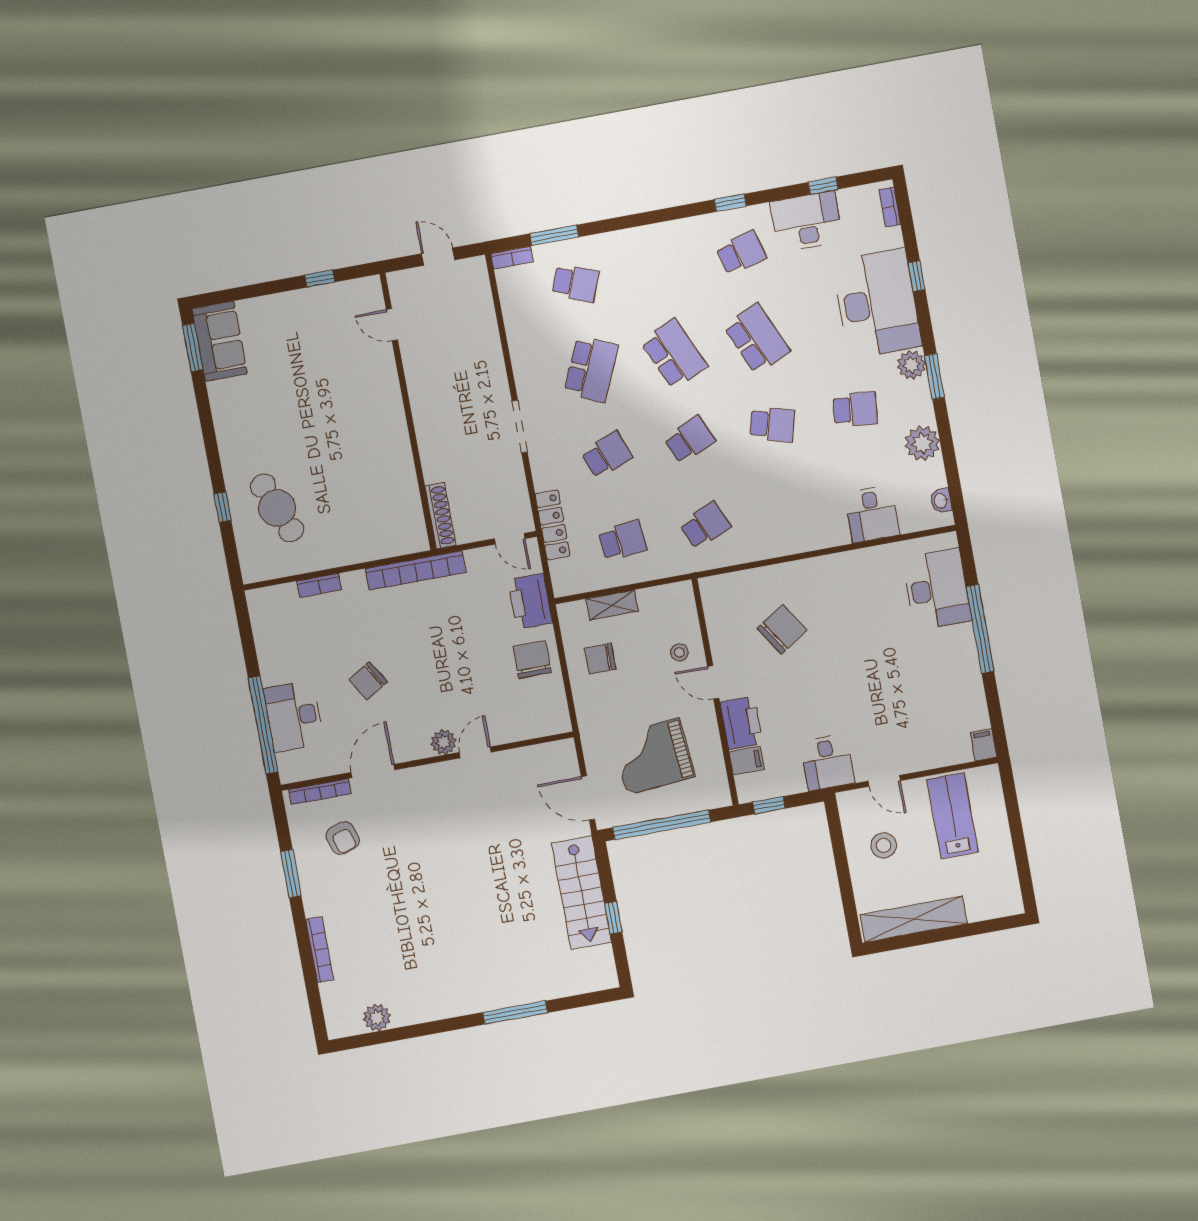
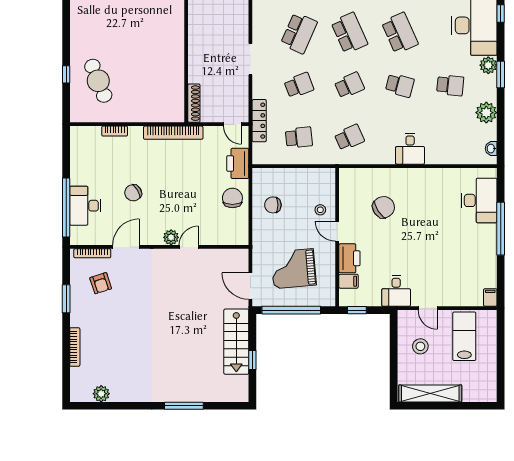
desk: (872, 514) -> (410, 149), moved
shelving: (612, 605) -> (286, 175), removed

